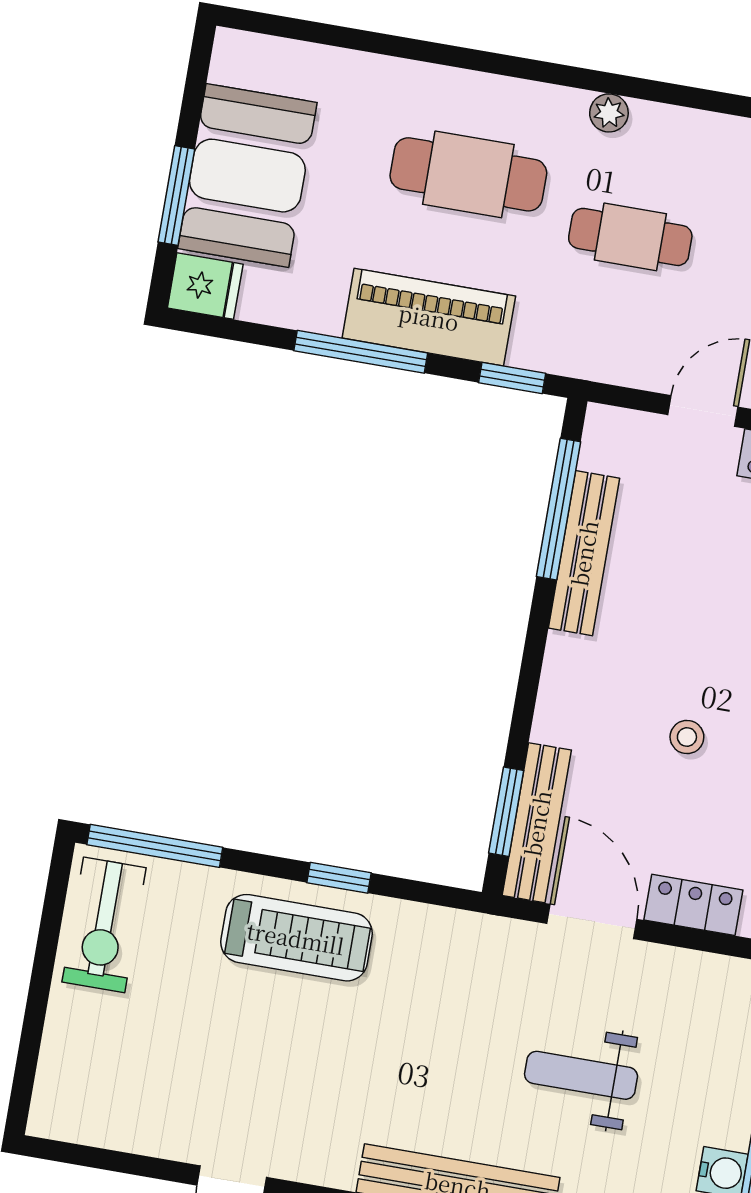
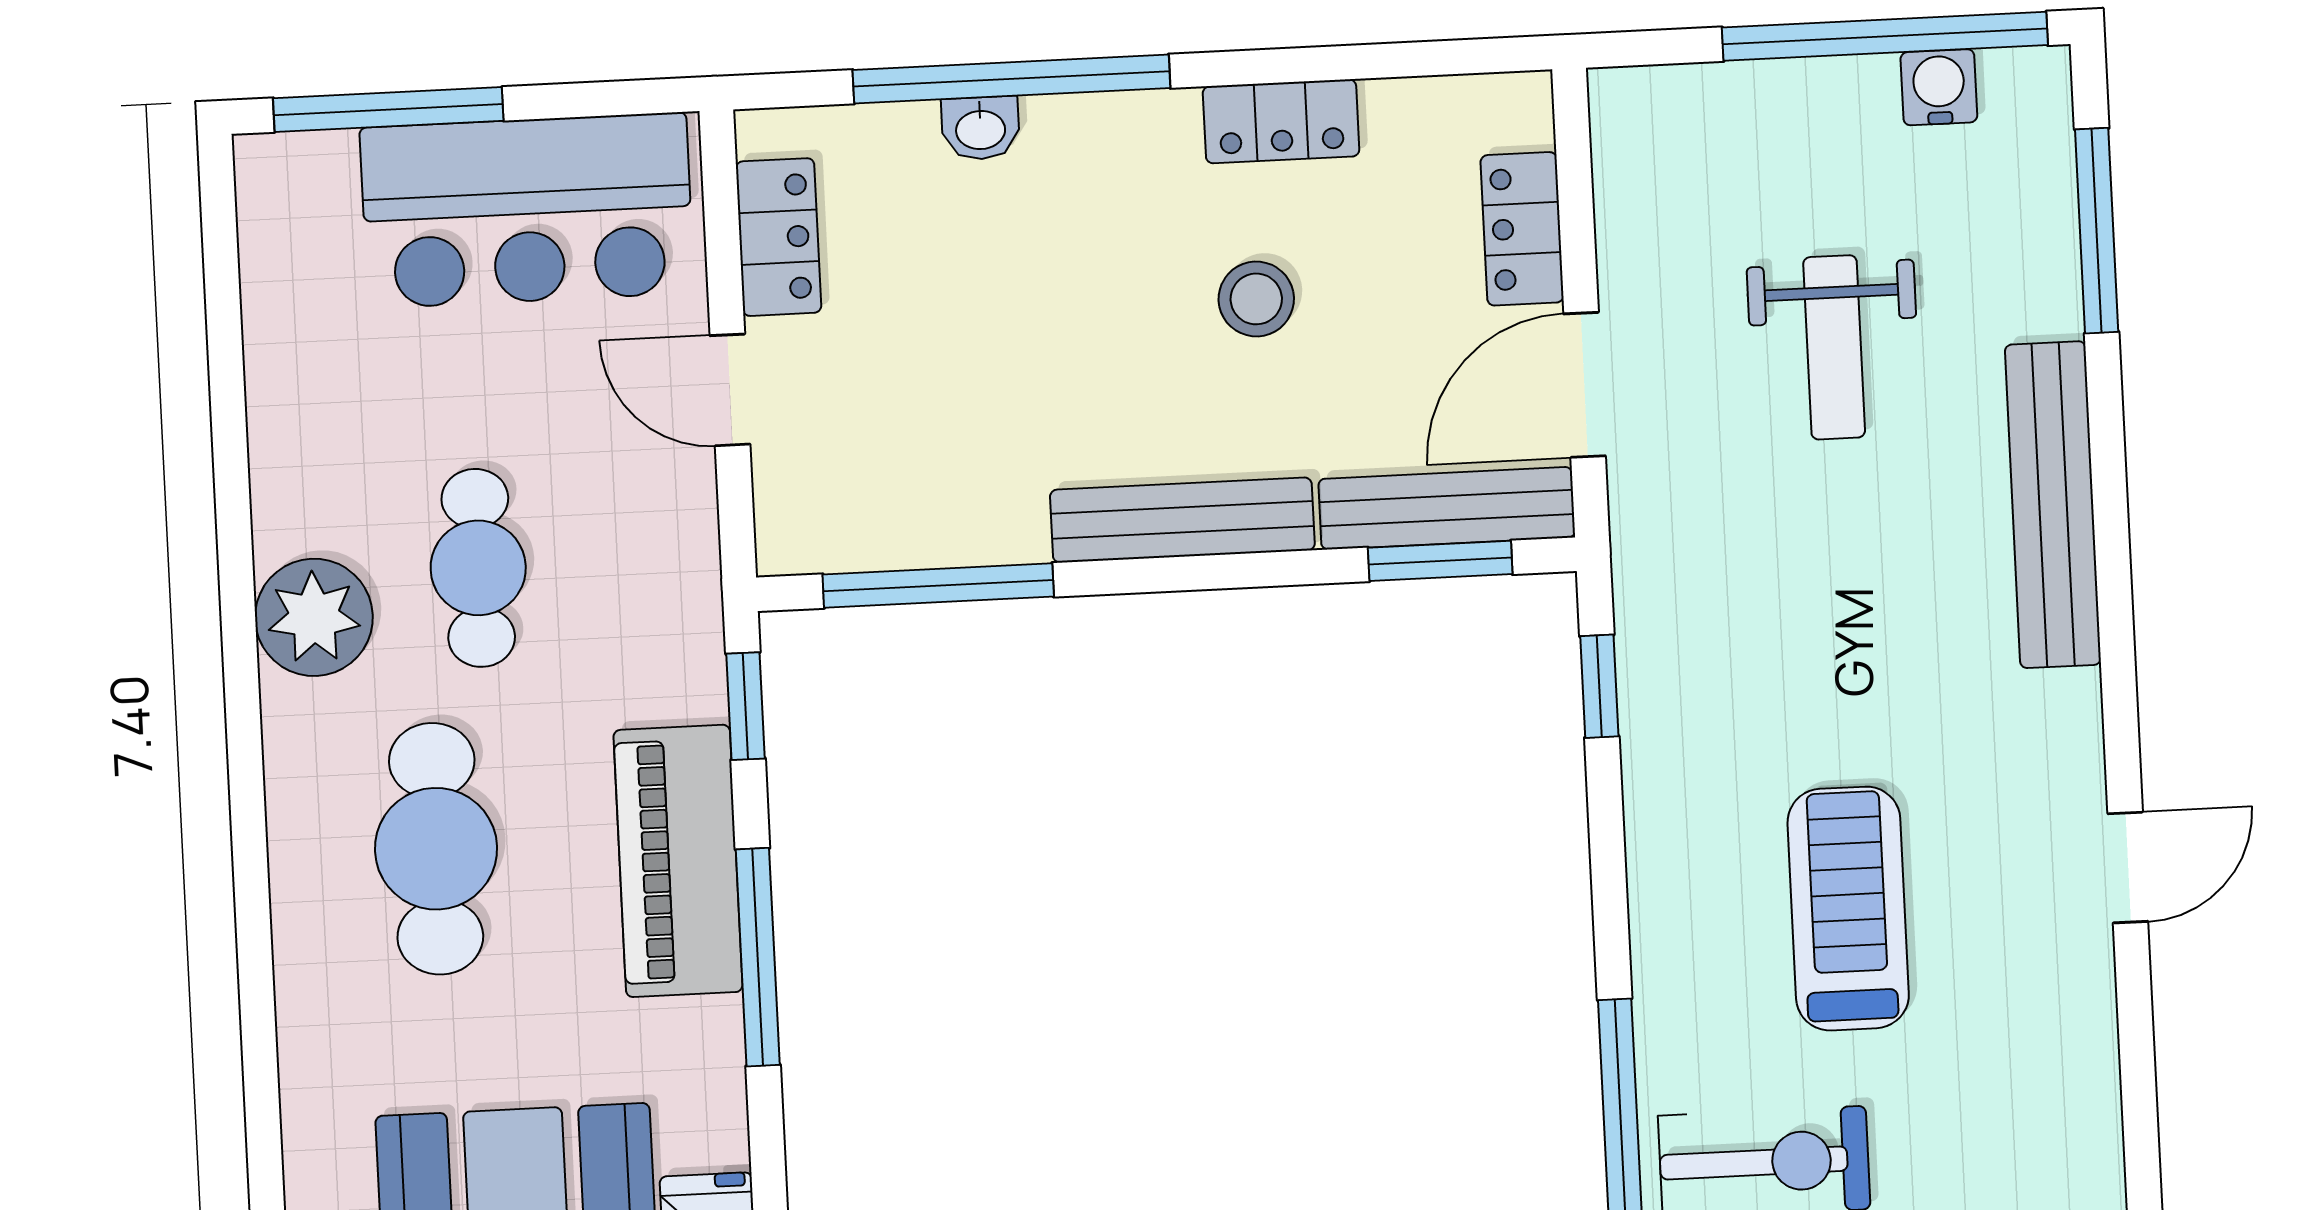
plant: (609, 113) -> (314, 617), width x1.87, depth x1.87
bench: (584, 553) -> (1182, 520), moved
stool: (687, 737) -> (1256, 299), width x1.37, depth x1.37
window: (339, 878) -> (1599, 686), moved
treadmill: (296, 938) -> (1848, 909), moved

